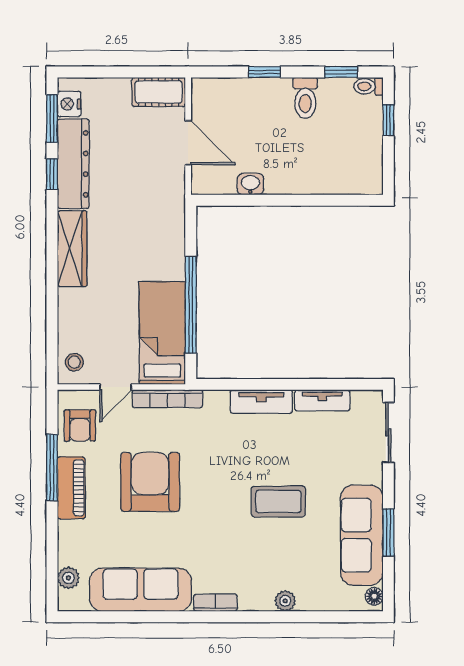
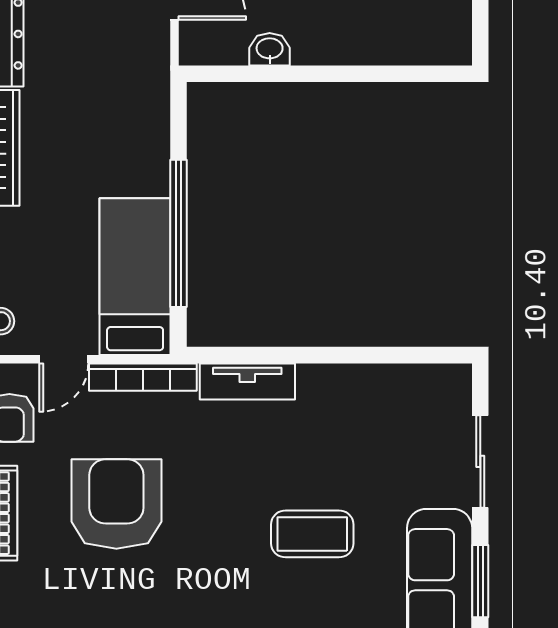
tv unit: (322, 400) -> (379, 379), removed
tv unit: (261, 402) -> (247, 381), moved
sliding door: (388, 432) -> (480, 461), moved

